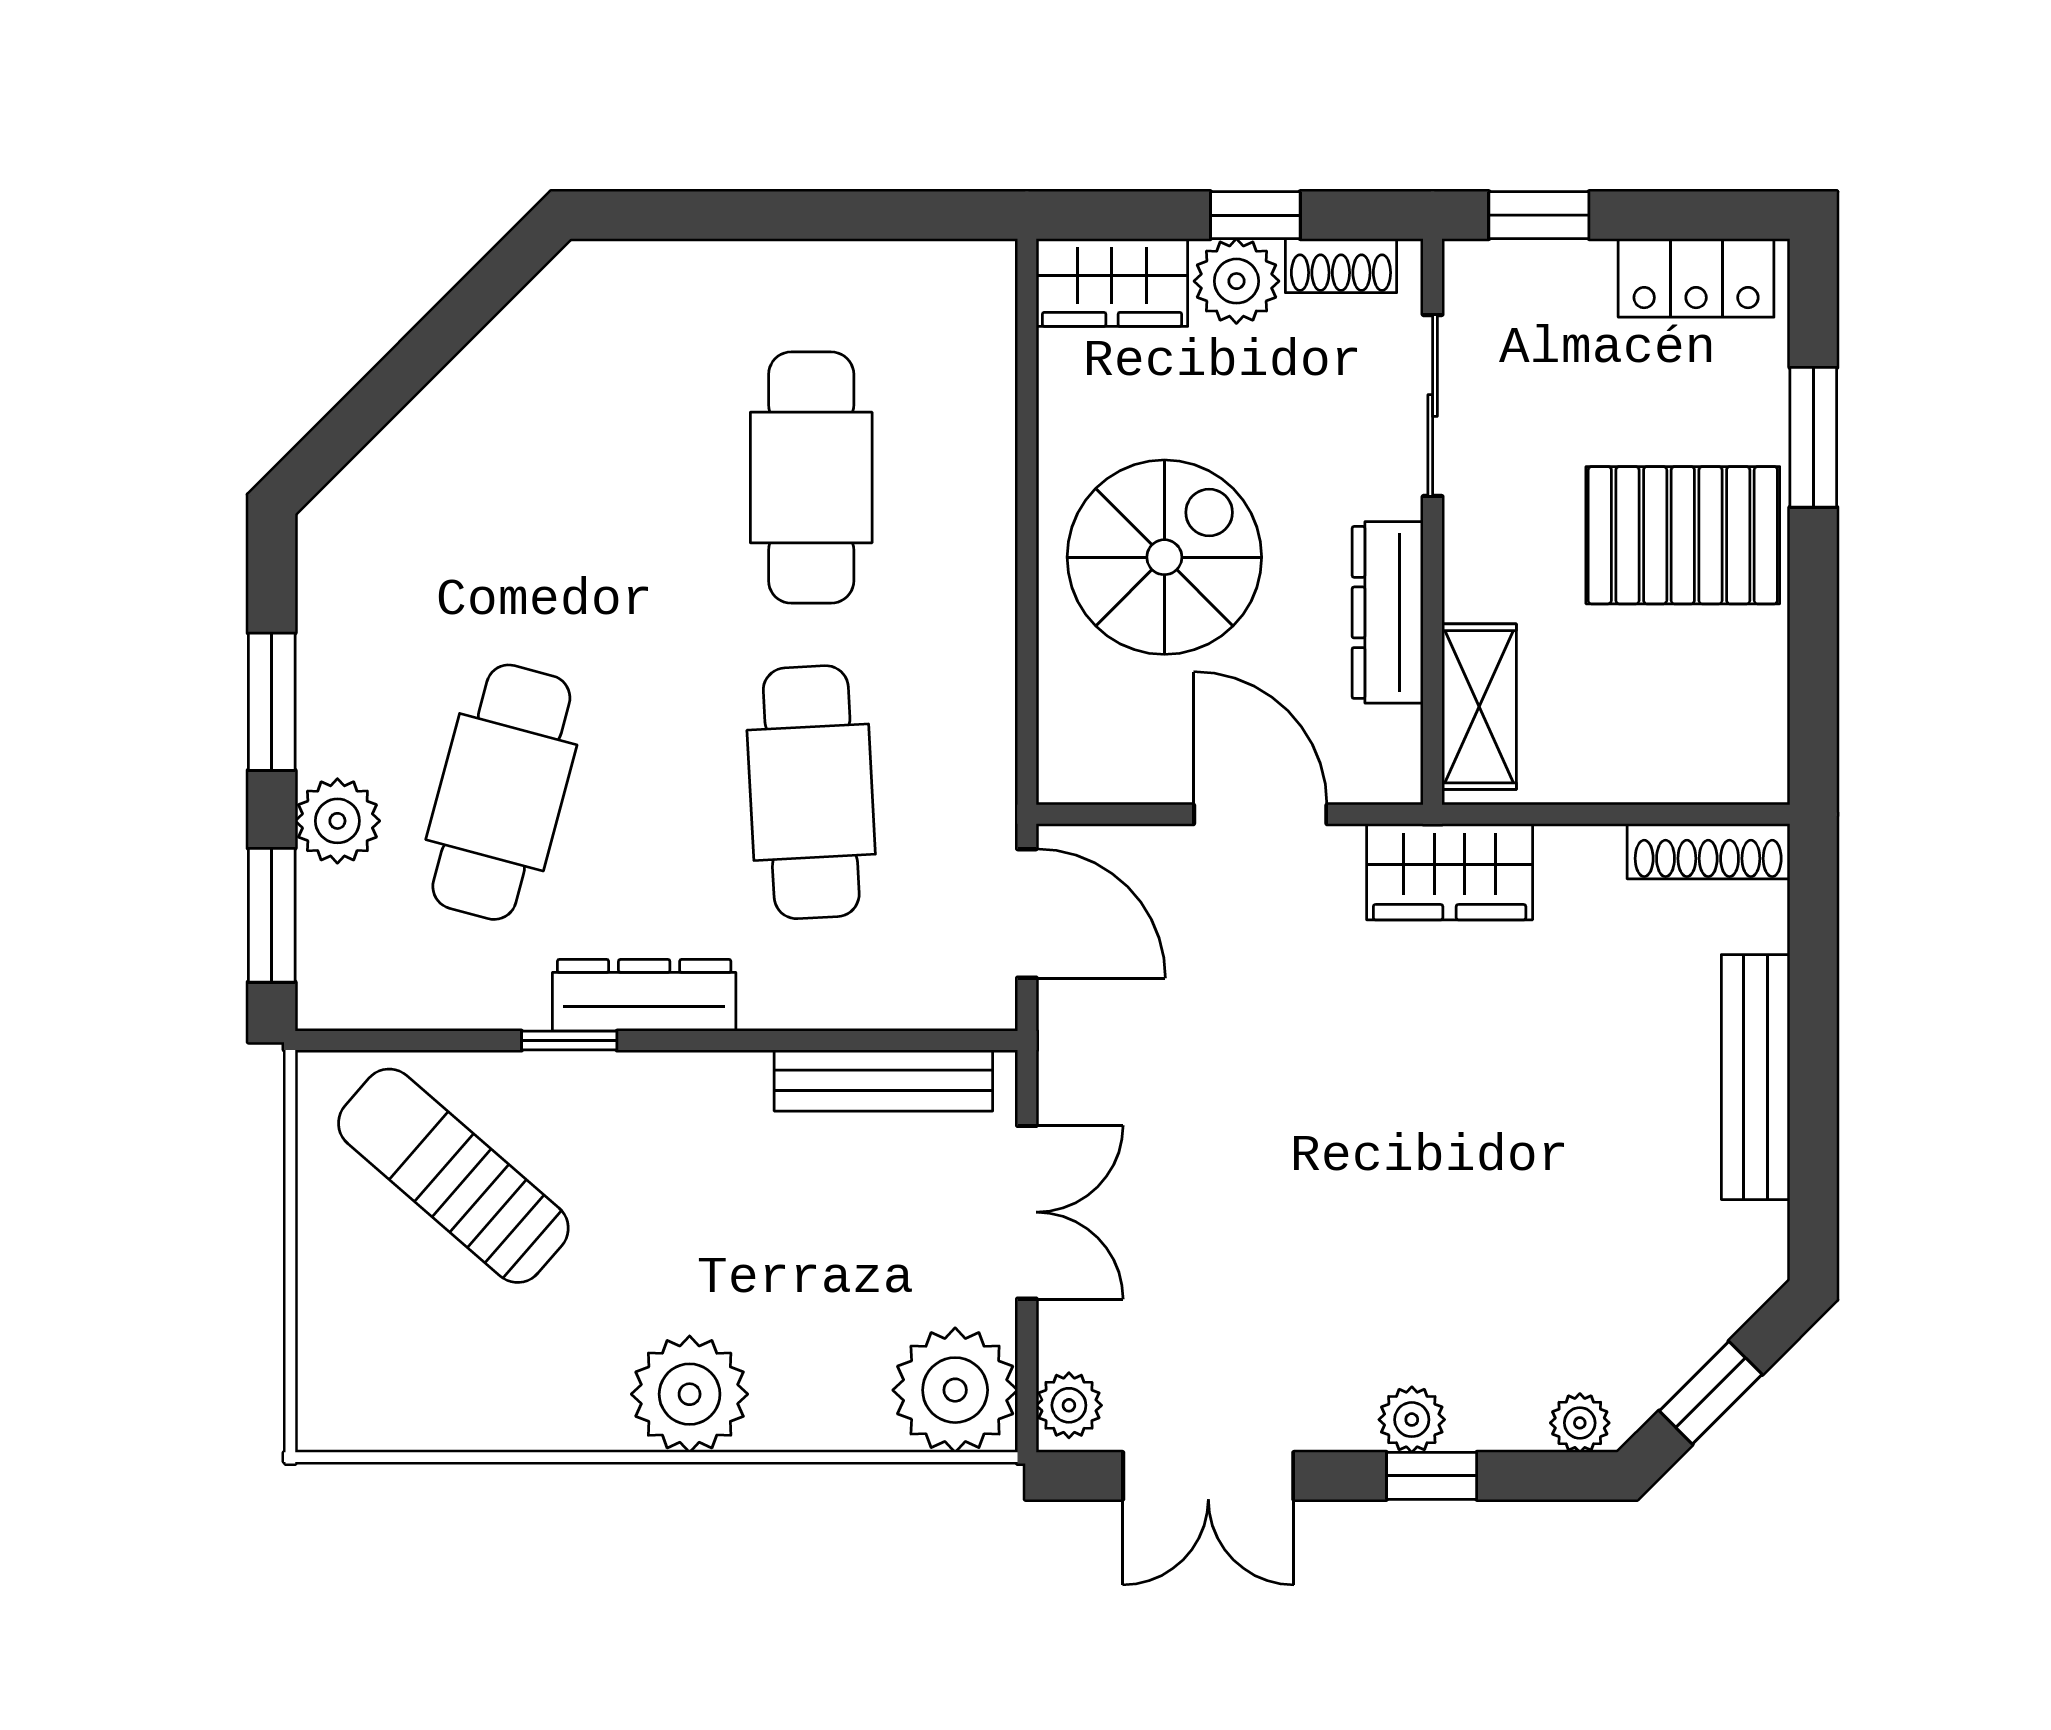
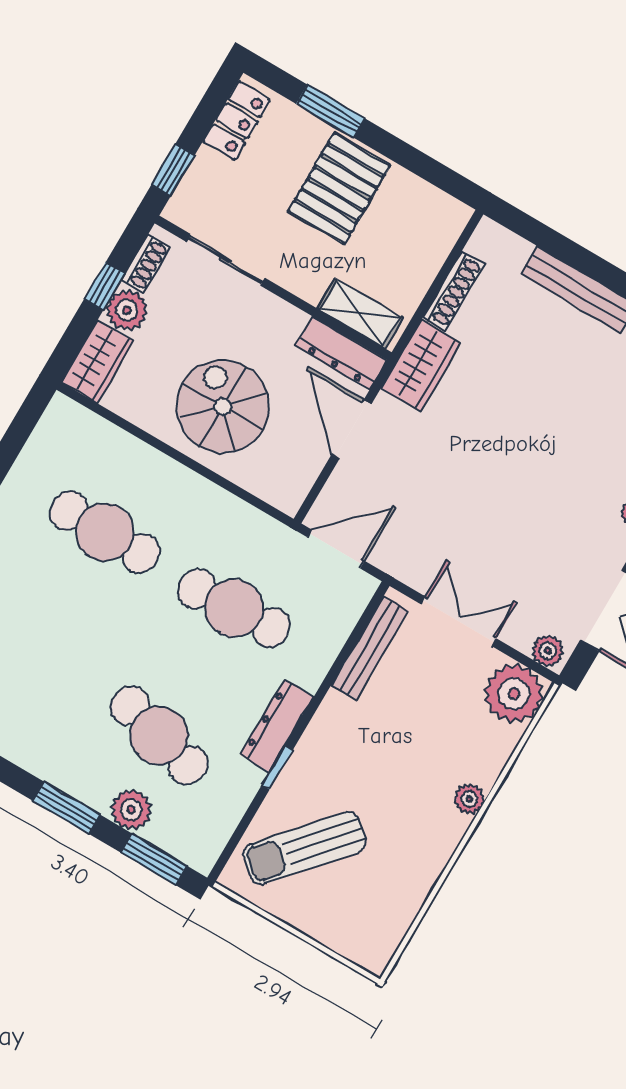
dresser: (1388, 612) -> (341, 353), moved
door: (1260, 814) -> (352, 429), hinge flipped
shoe rack: (1708, 851) -> (454, 291), moved
plant: (690, 1394) -> (469, 799), width x0.53, depth x0.53

